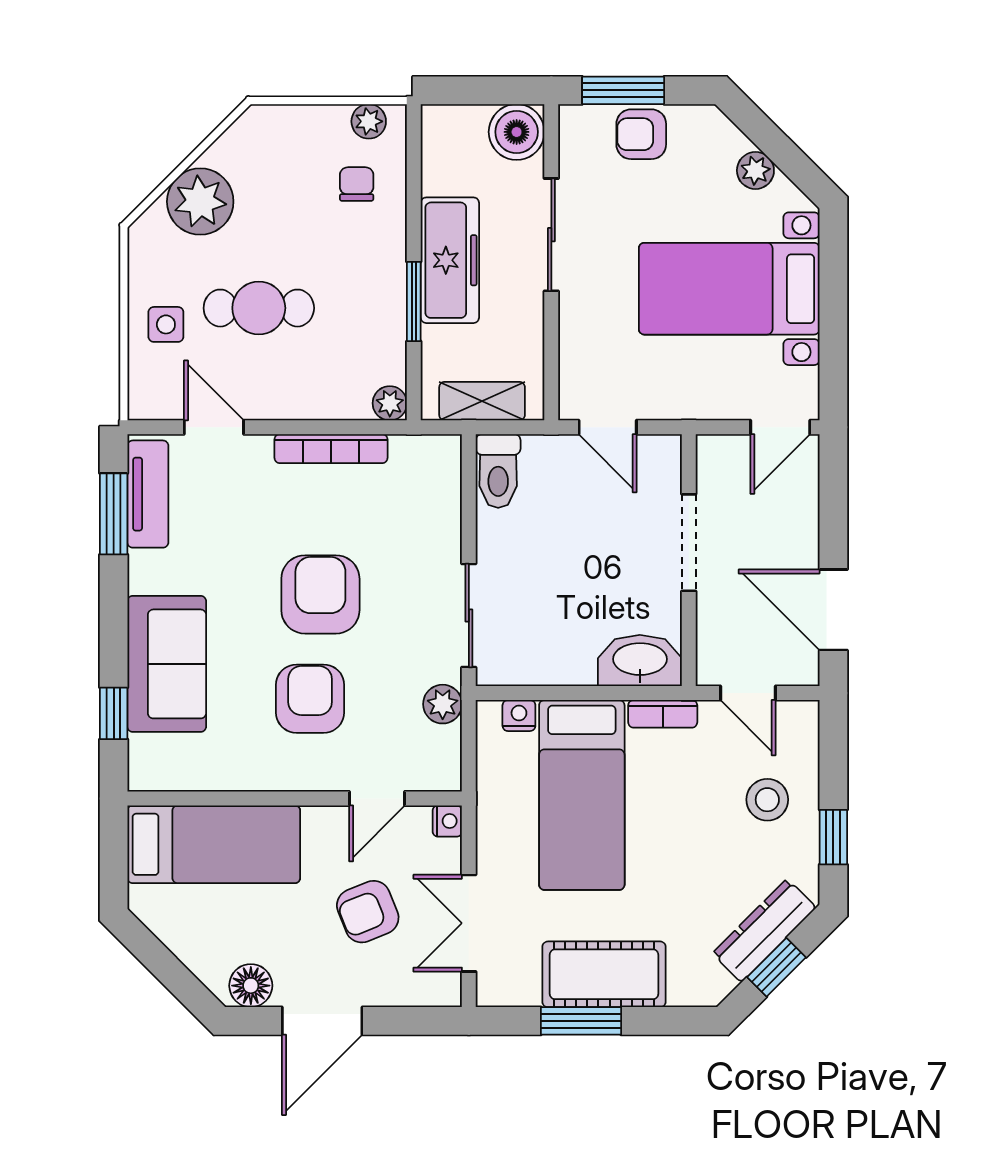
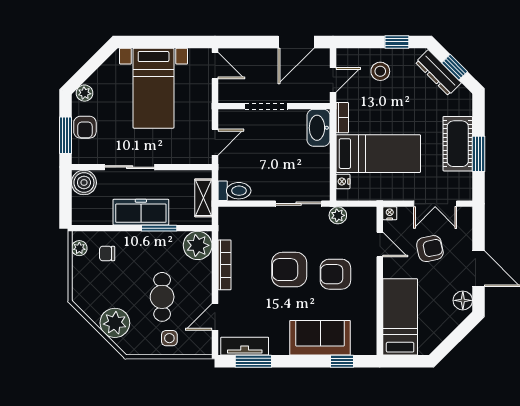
plant: (755, 170) -> (84, 93), moved
plant: (390, 403) -> (198, 245), width x1.87, depth x1.87
armchair: (368, 912) -> (430, 249), turned -80

